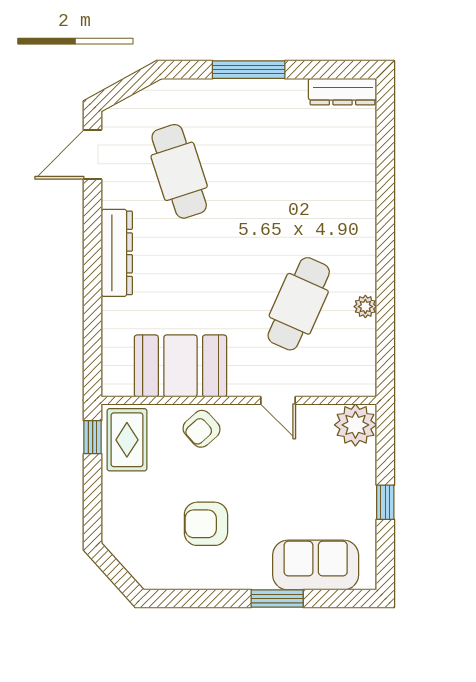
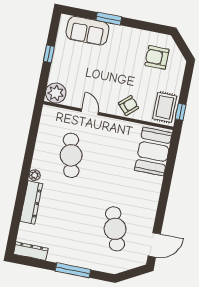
dresser: (117, 253) -> (31, 202), moved, turned 180
cafe table: (299, 304) -> (71, 155), turned -36
plant: (365, 307) -> (35, 175), moved
booth: (180, 366) -> (153, 152), moved, turned 90
armchair: (206, 524) -> (157, 57), moved, turned 180

